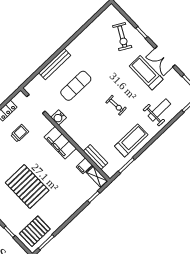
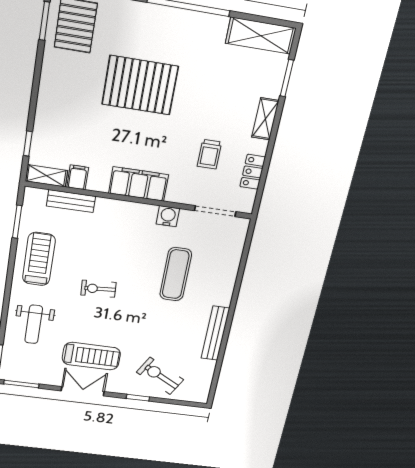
bench: (55, 64) -> (215, 333), moved
treadmill: (131, 140) -> (39, 259), turned 180

